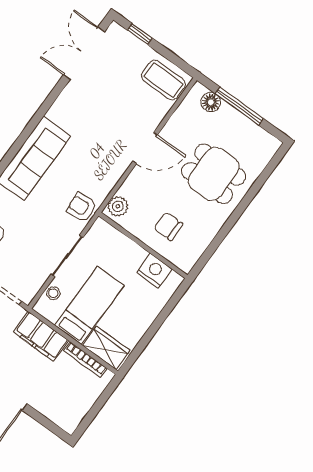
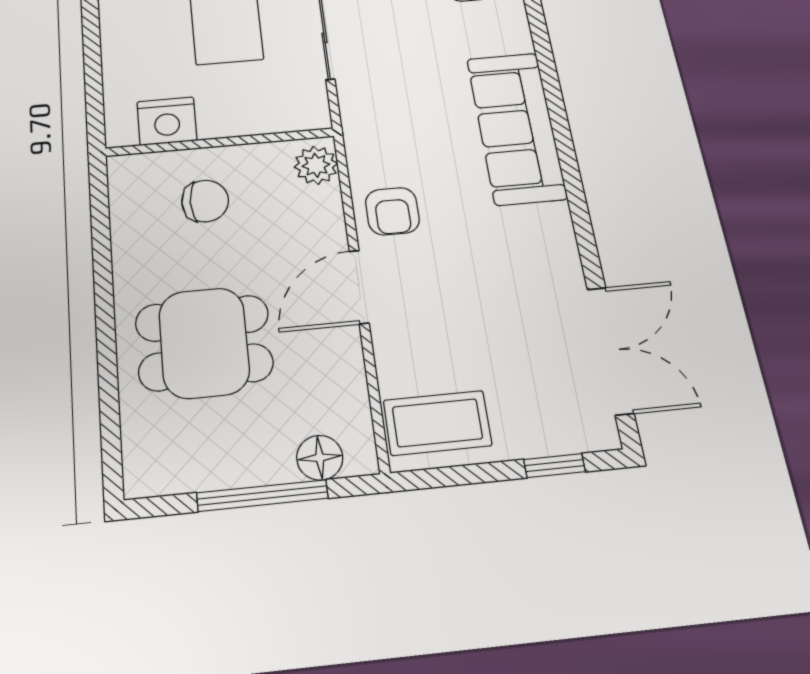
armchair: (82, 207) -> (392, 211), moved, turned 95

